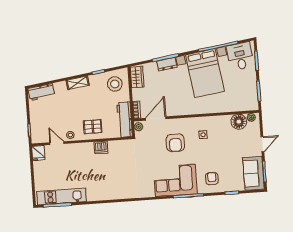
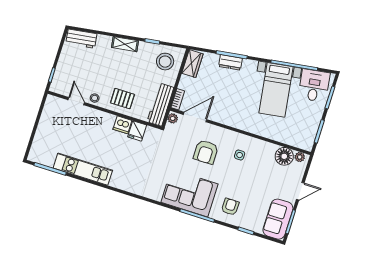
bed with nightstands: (205, 73) -> (276, 90), width x0.73
fridge: (38, 153) -> (137, 131), moved
kitchen unit: (62, 196) -> (83, 169), moved

